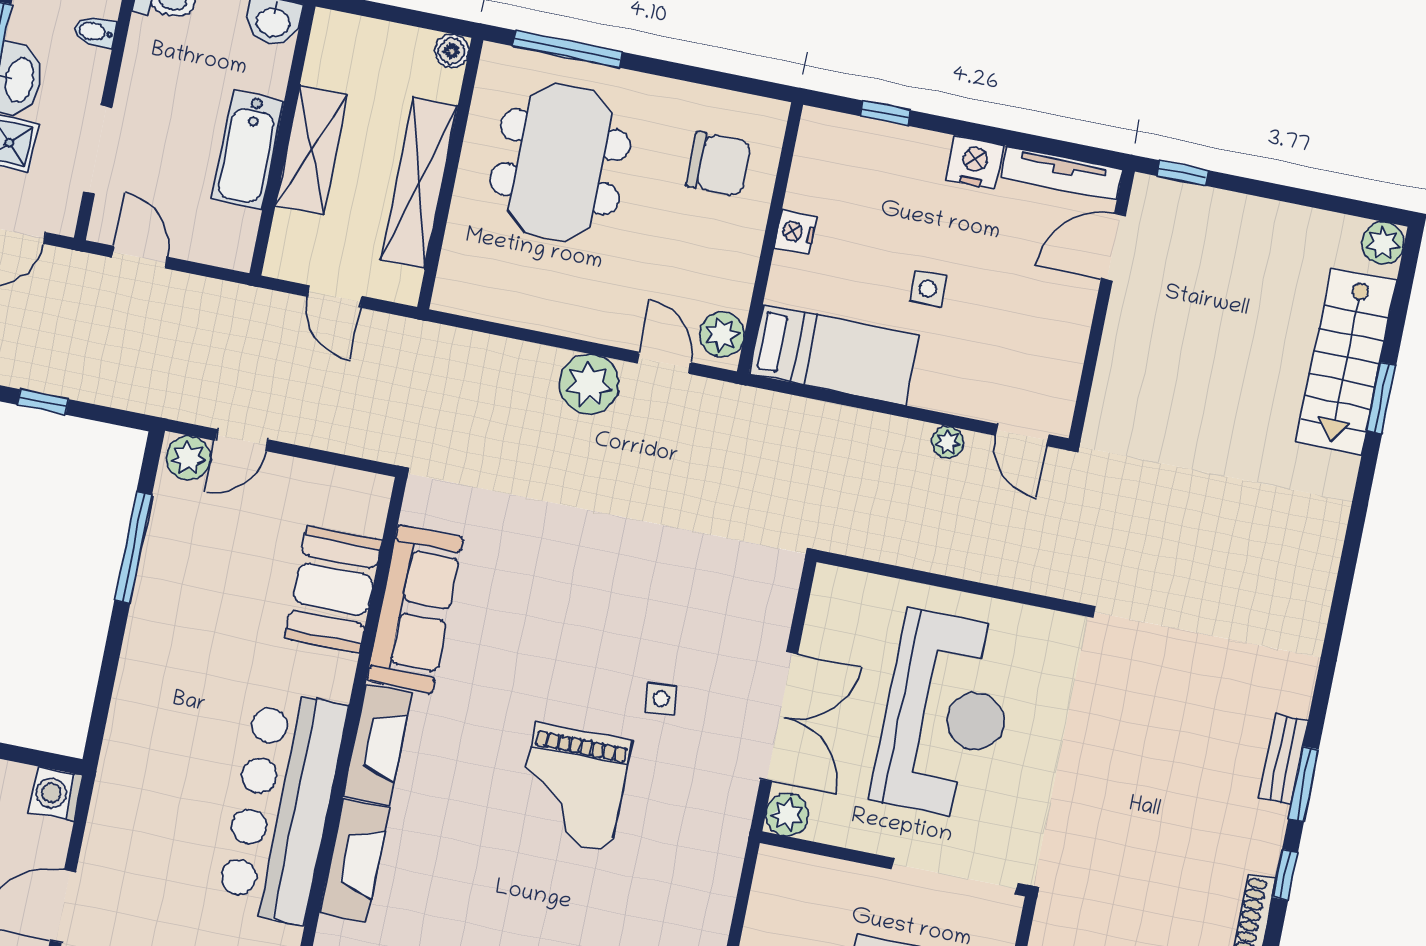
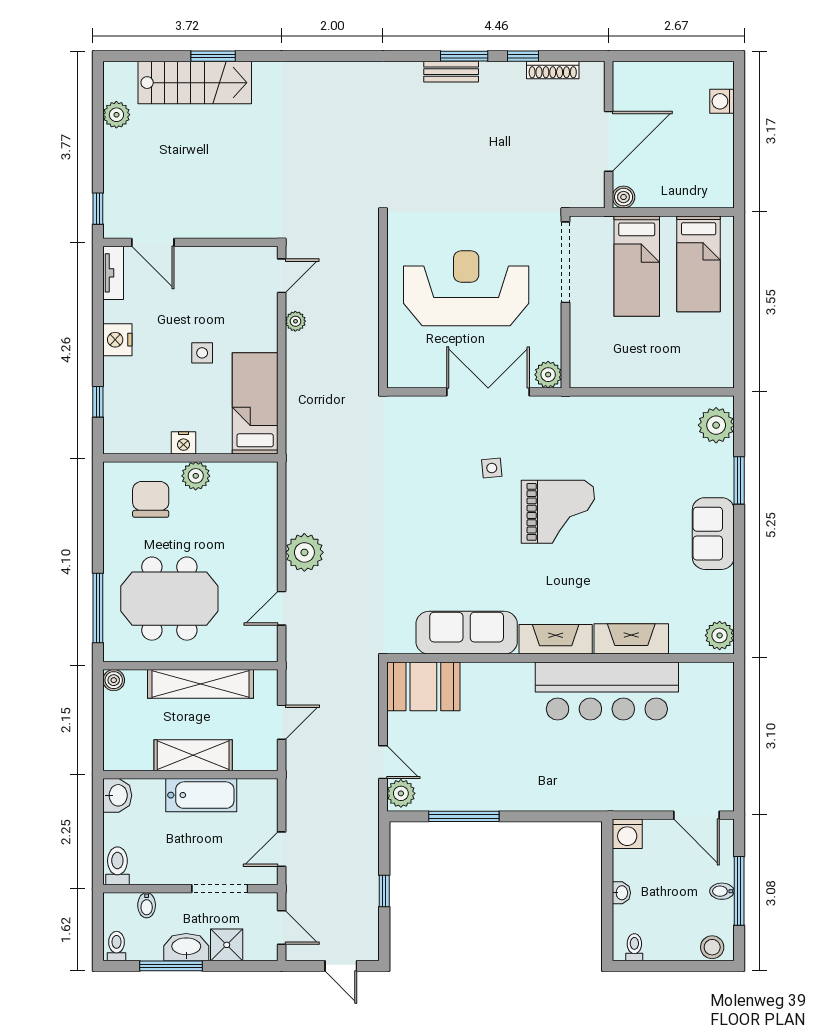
tv unit: (1062, 173) -> (113, 273), width x0.71
plant: (1383, 243) -> (116, 115), moved
plant: (722, 334) -> (196, 476), moved
door: (664, 363) -> (282, 608), moved
booth: (333, 589) -> (423, 686), moved

